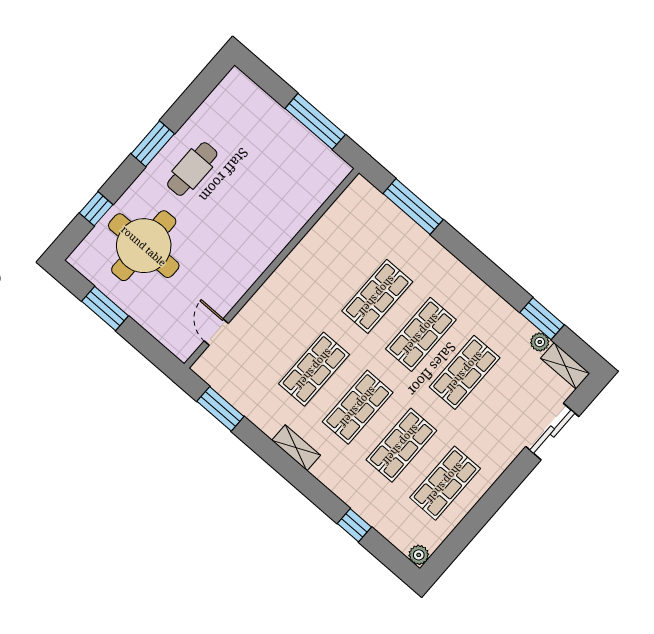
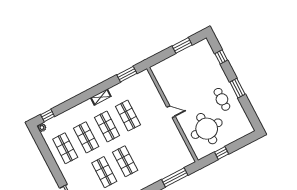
window: (315, 121) -> (222, 153), width x0.46
round table: (144, 246) -> (207, 129), moved
shop shelf: (377, 296) -> (146, 150), removed
door: (216, 332) -> (171, 112), moved
window: (354, 525) -> (48, 115), moved

